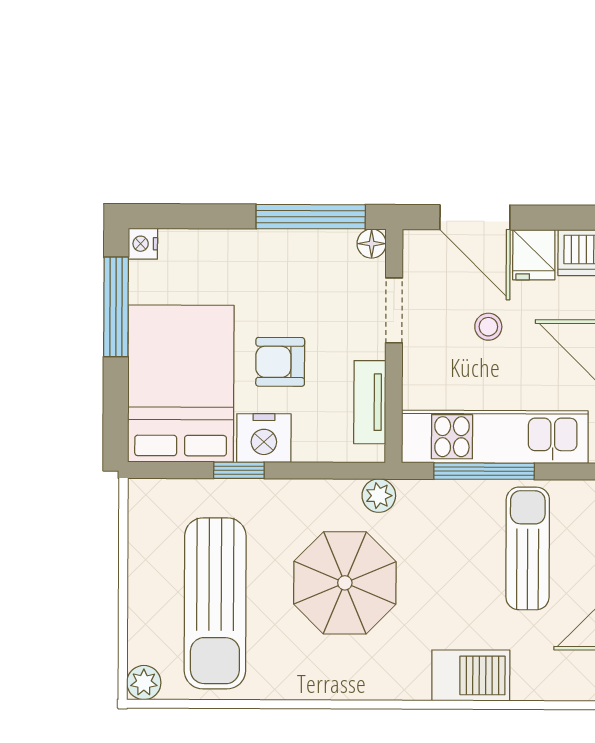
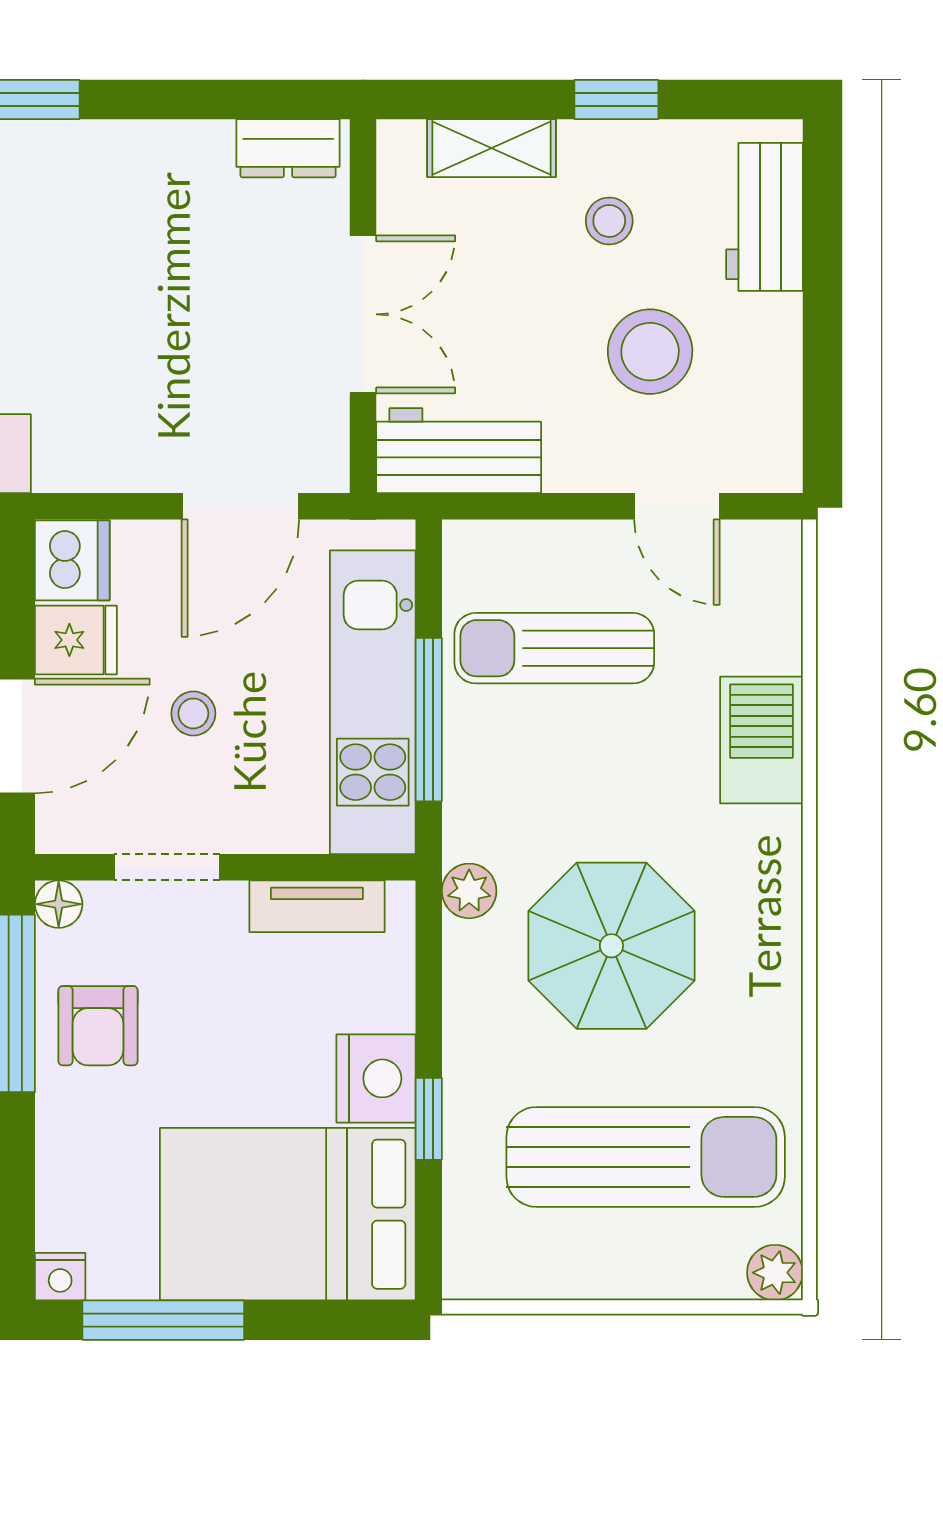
armchair: (280, 362) -> (98, 1026), moved

